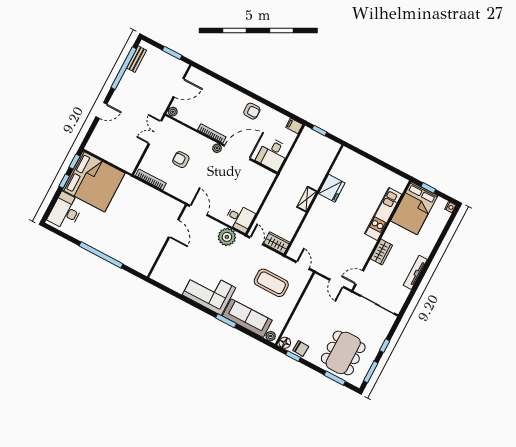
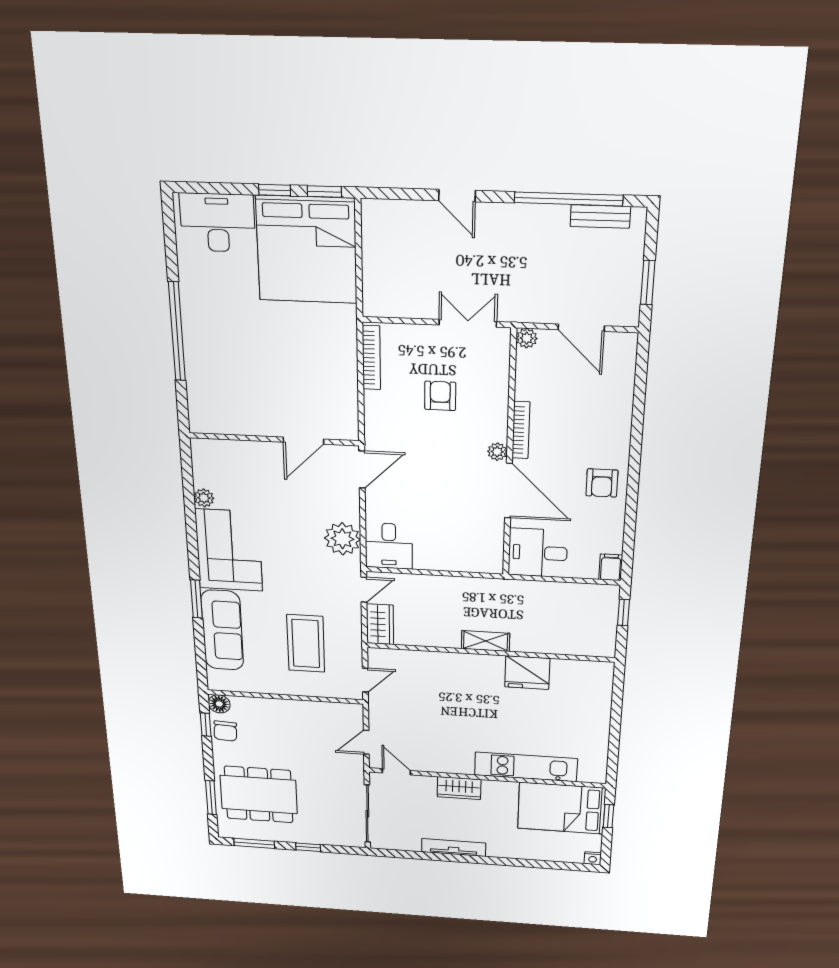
plant: (271, 336) -> (204, 498), moved

